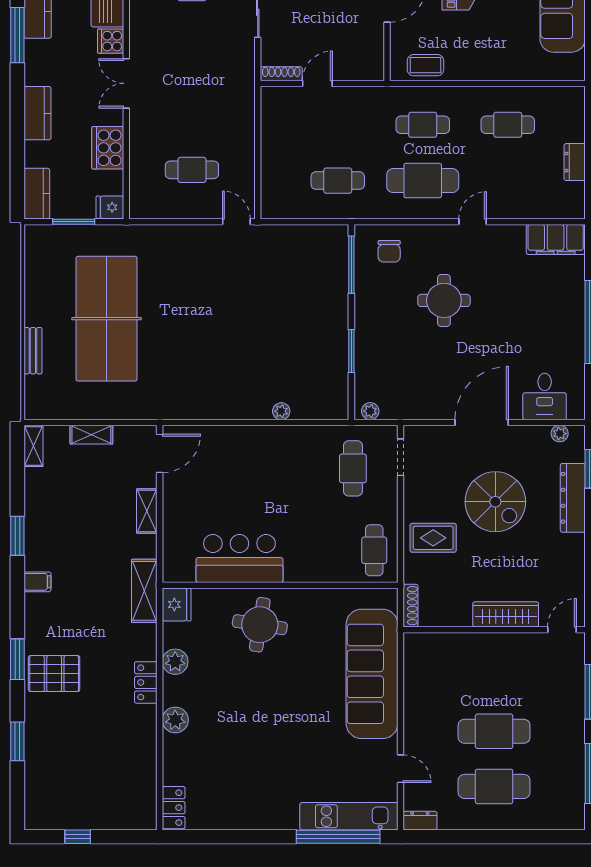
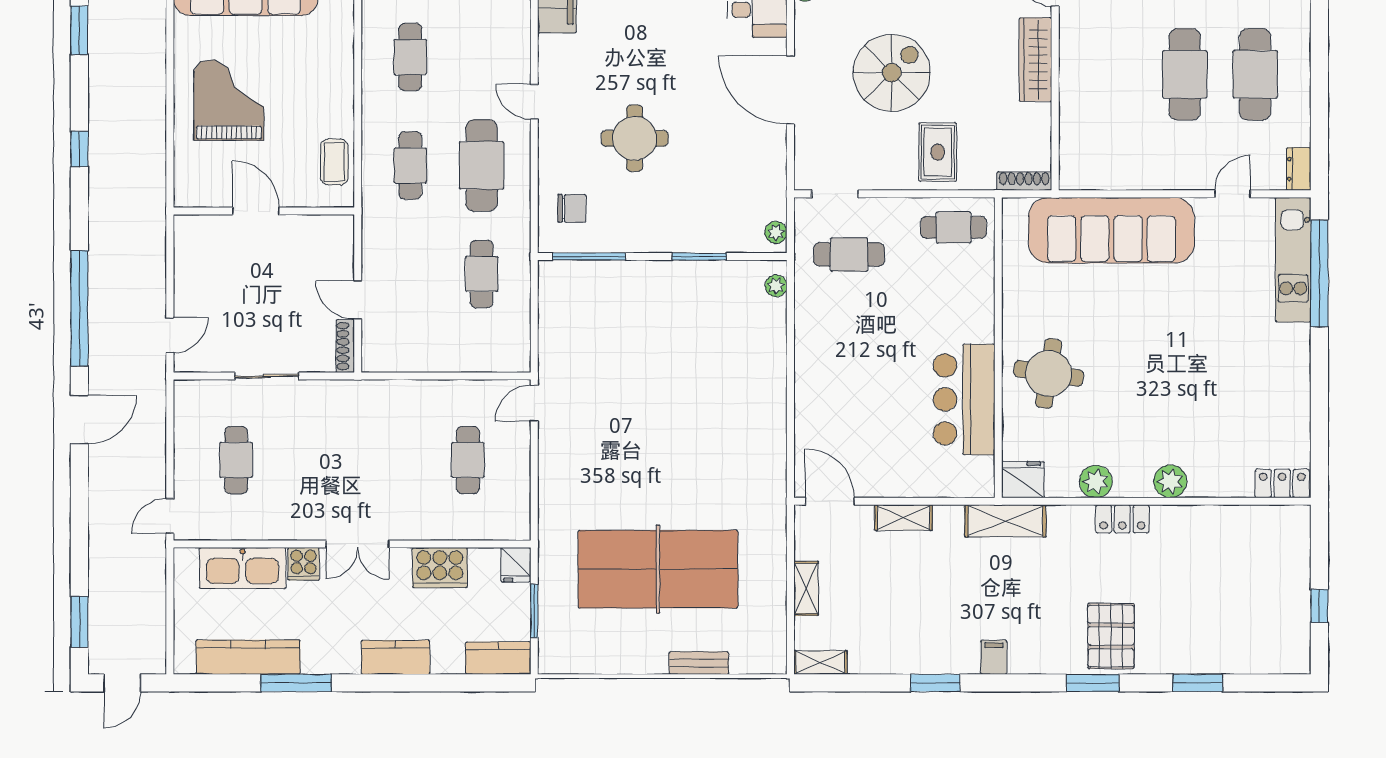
plant: (281, 411) -> (776, 286), moved

